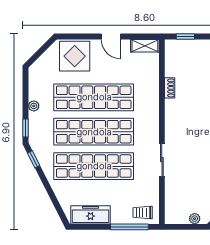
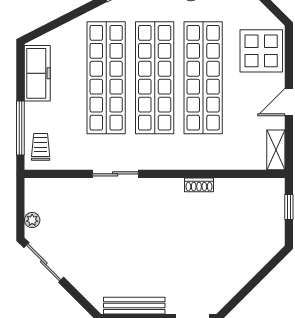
shoe rack: (170, 88) -> (199, 185), moved

